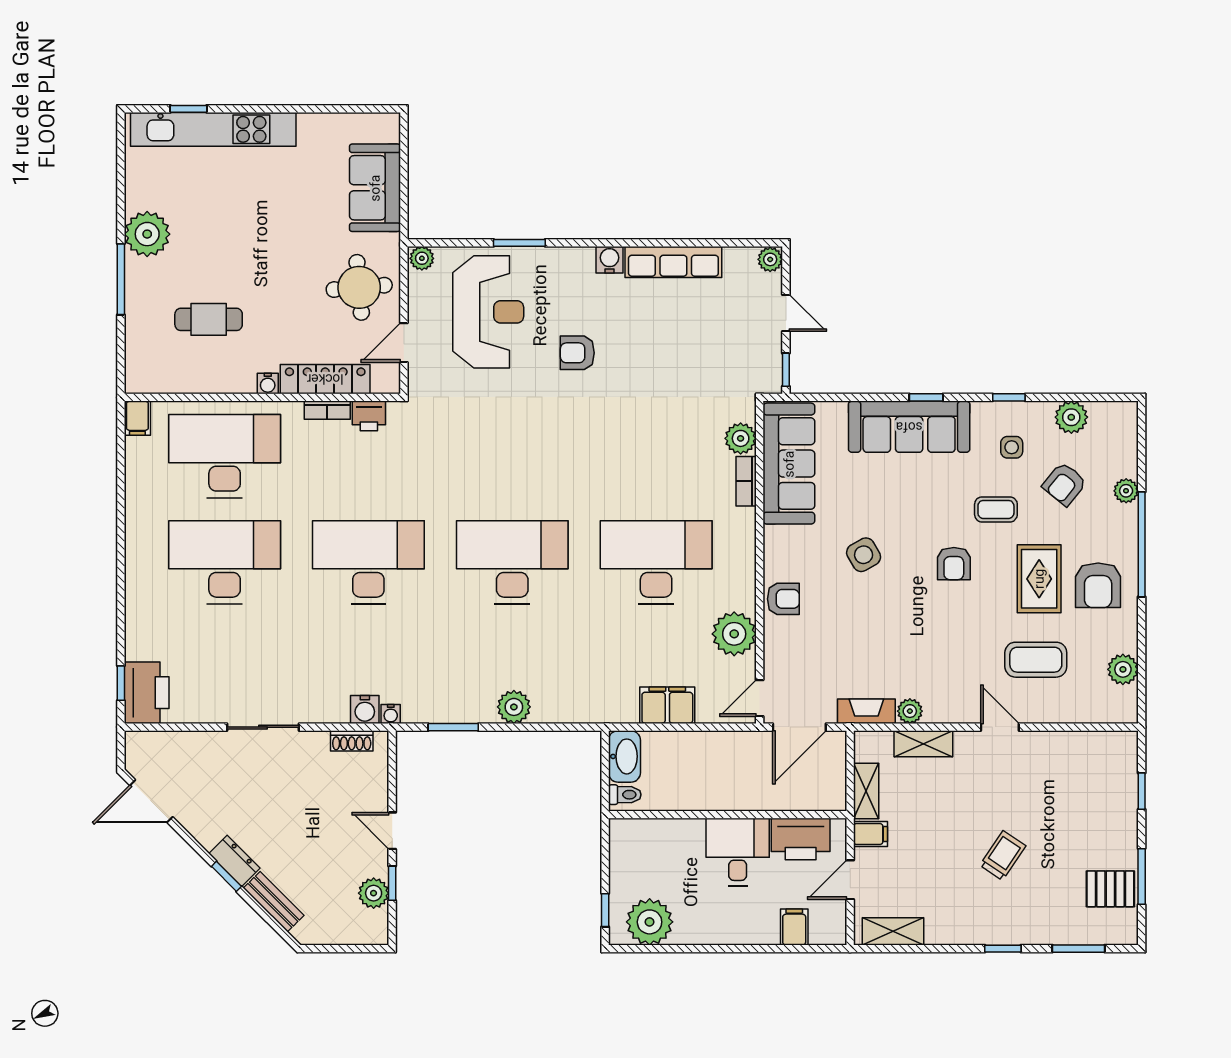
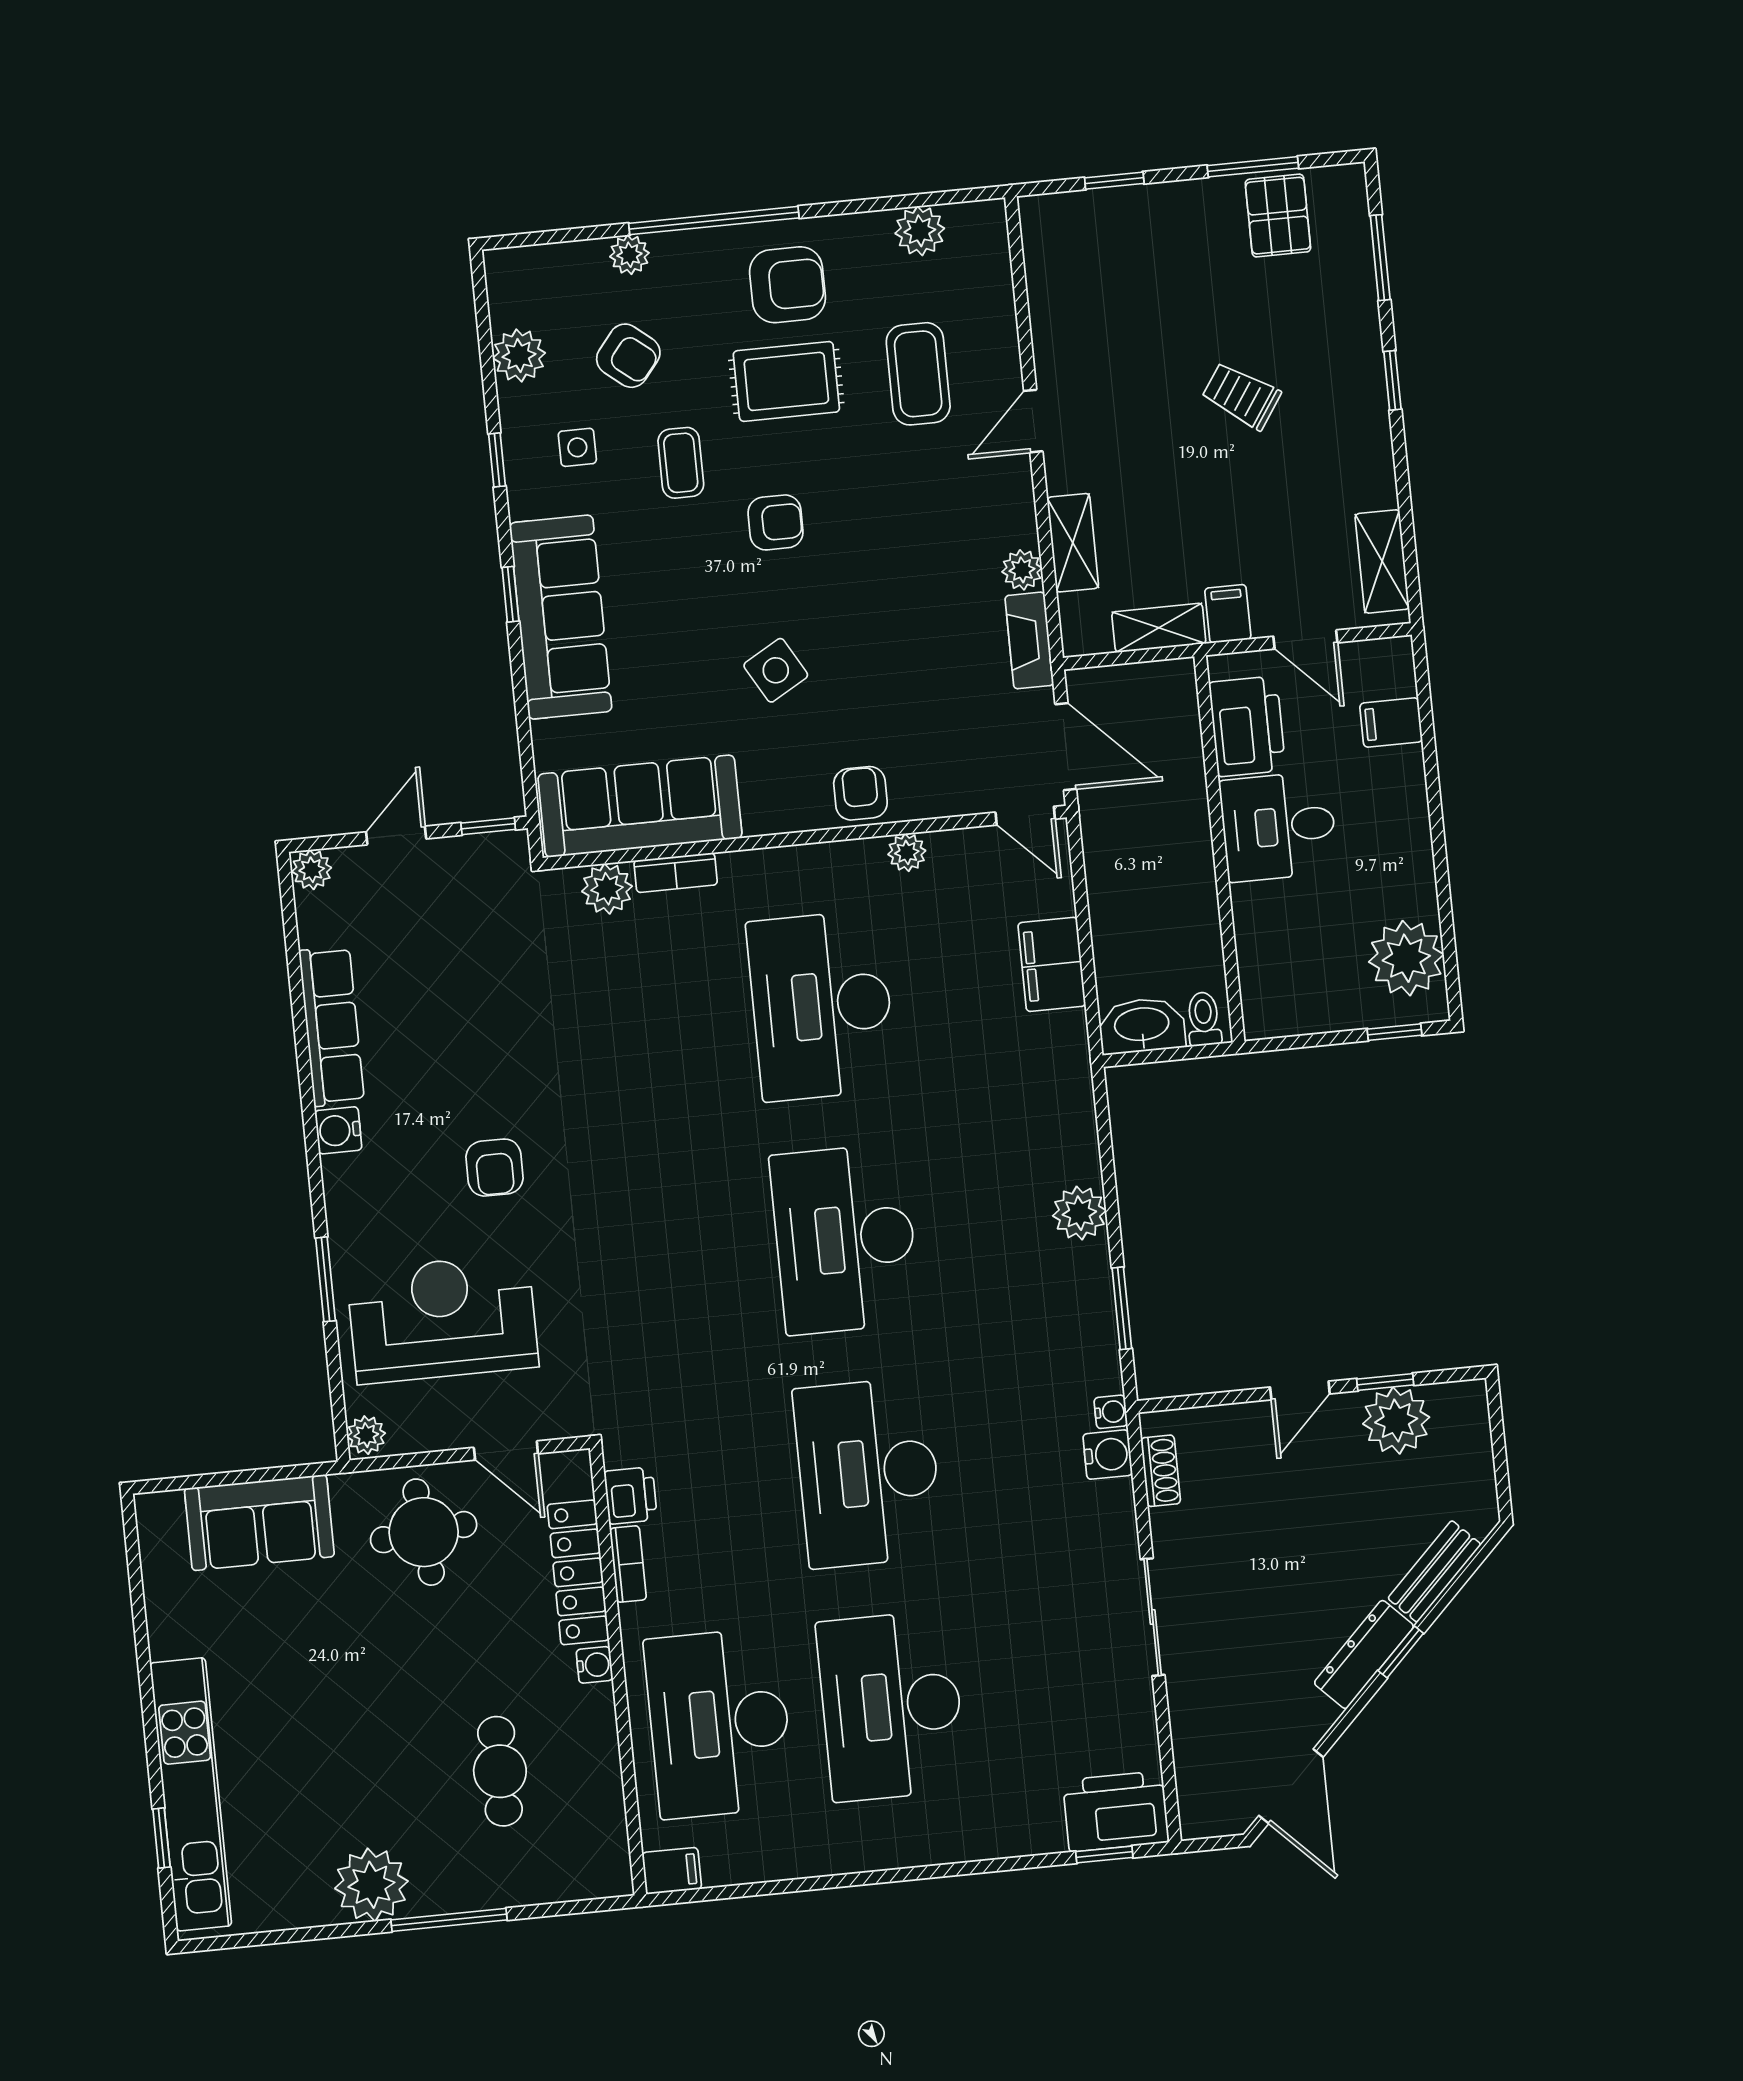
plant: (734, 634) -> (907, 852), width x0.53, depth x0.53
dresser: (234, 861) -> (1364, 1654), width x1.44
plant: (374, 893) -> (1396, 1420), width x1.36, depth x1.36

